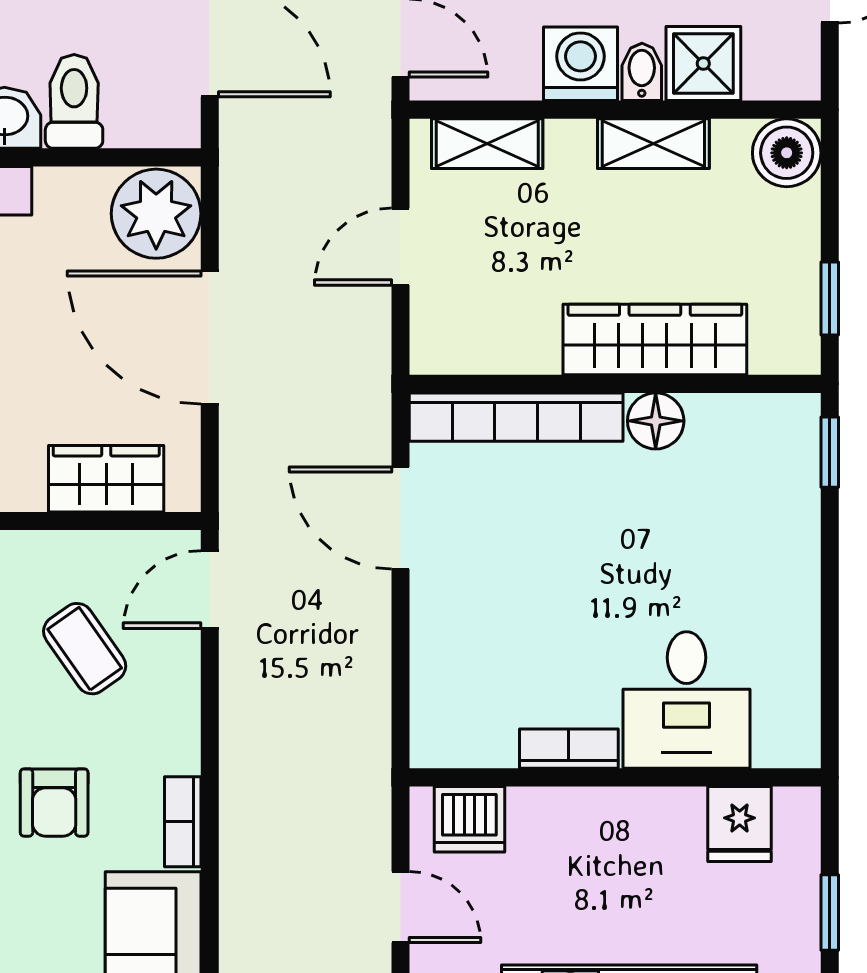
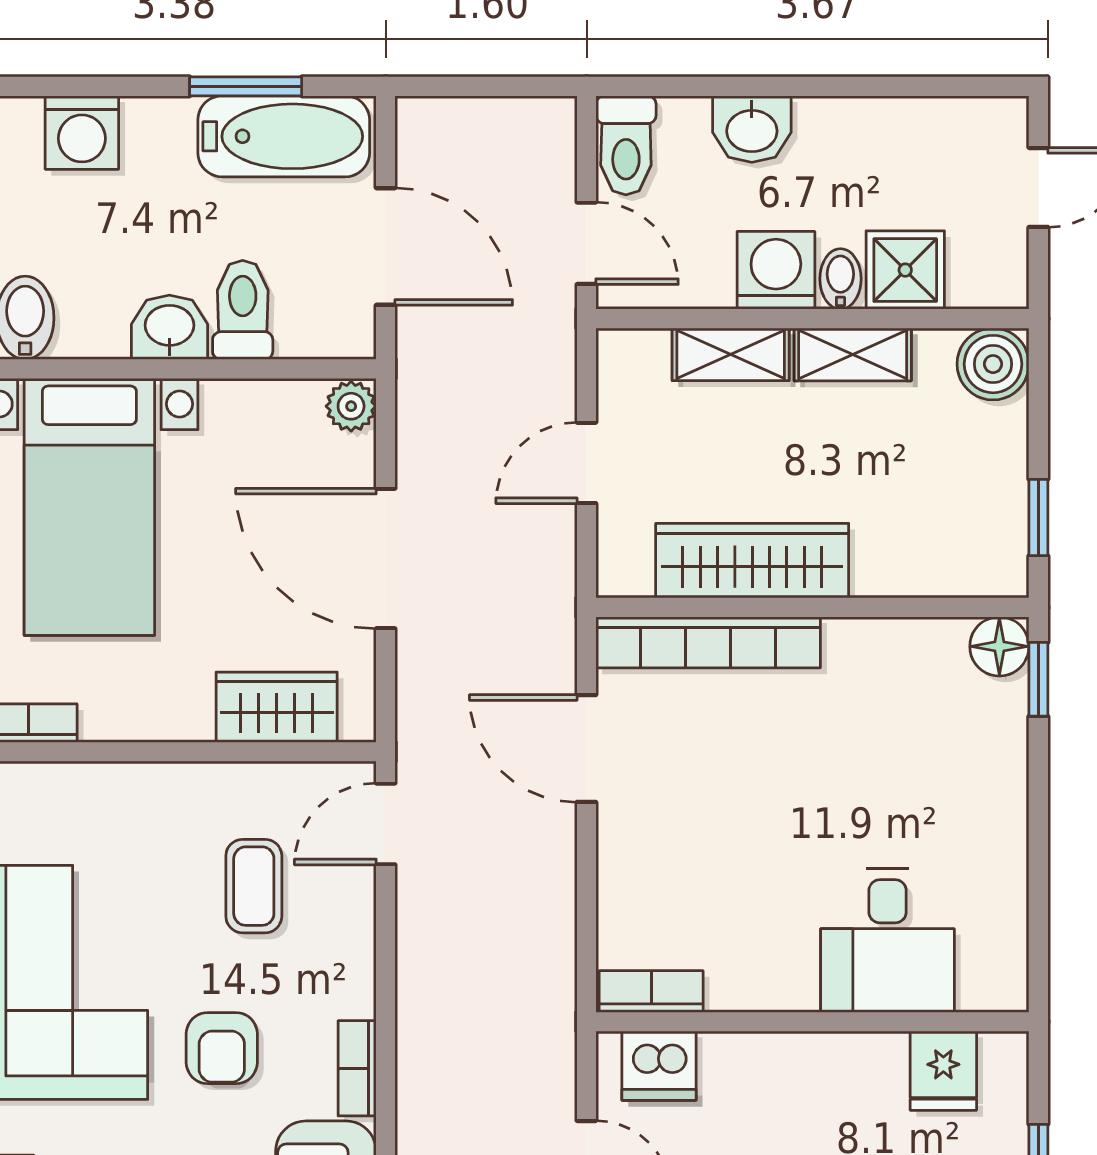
shelving: (487, 144) -> (731, 354), moved
plant: (156, 214) -> (351, 406), width x0.53, depth x0.53
wardrobe: (655, 340) -> (752, 561), moved
floor lamp: (656, 421) -> (999, 646), moved
coffee table: (85, 649) -> (254, 886), turned 35
bookcase: (569, 749) -> (651, 991), moved

